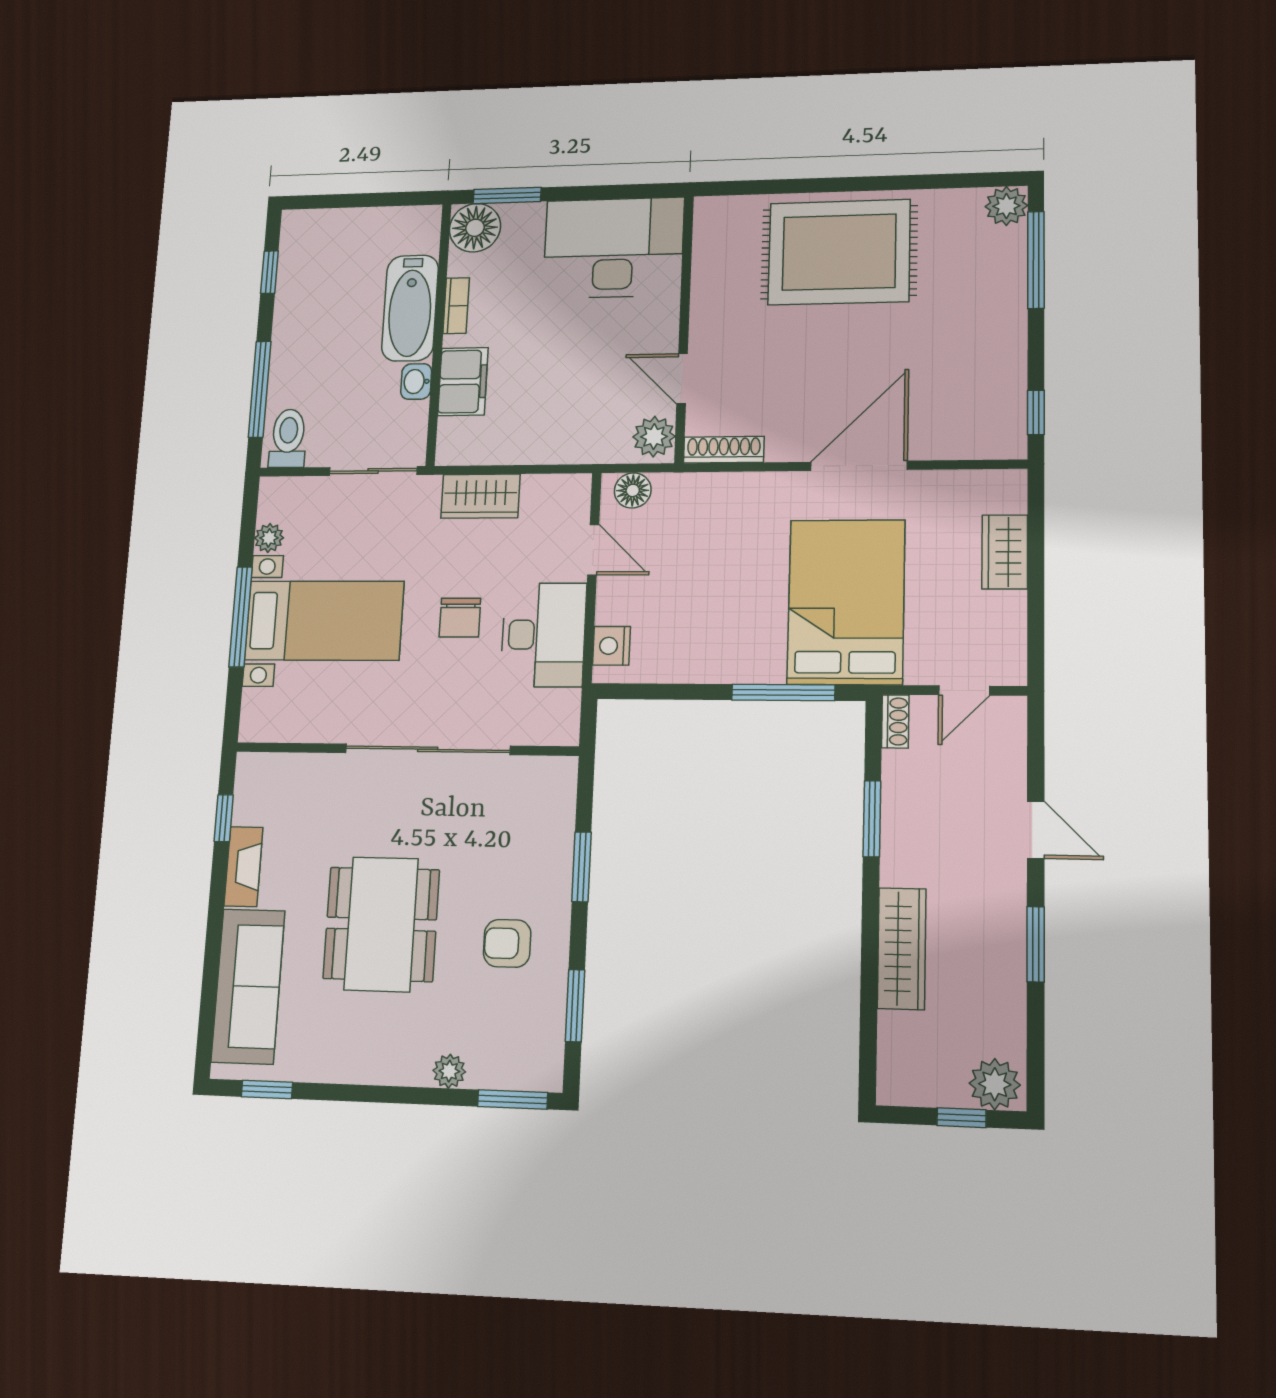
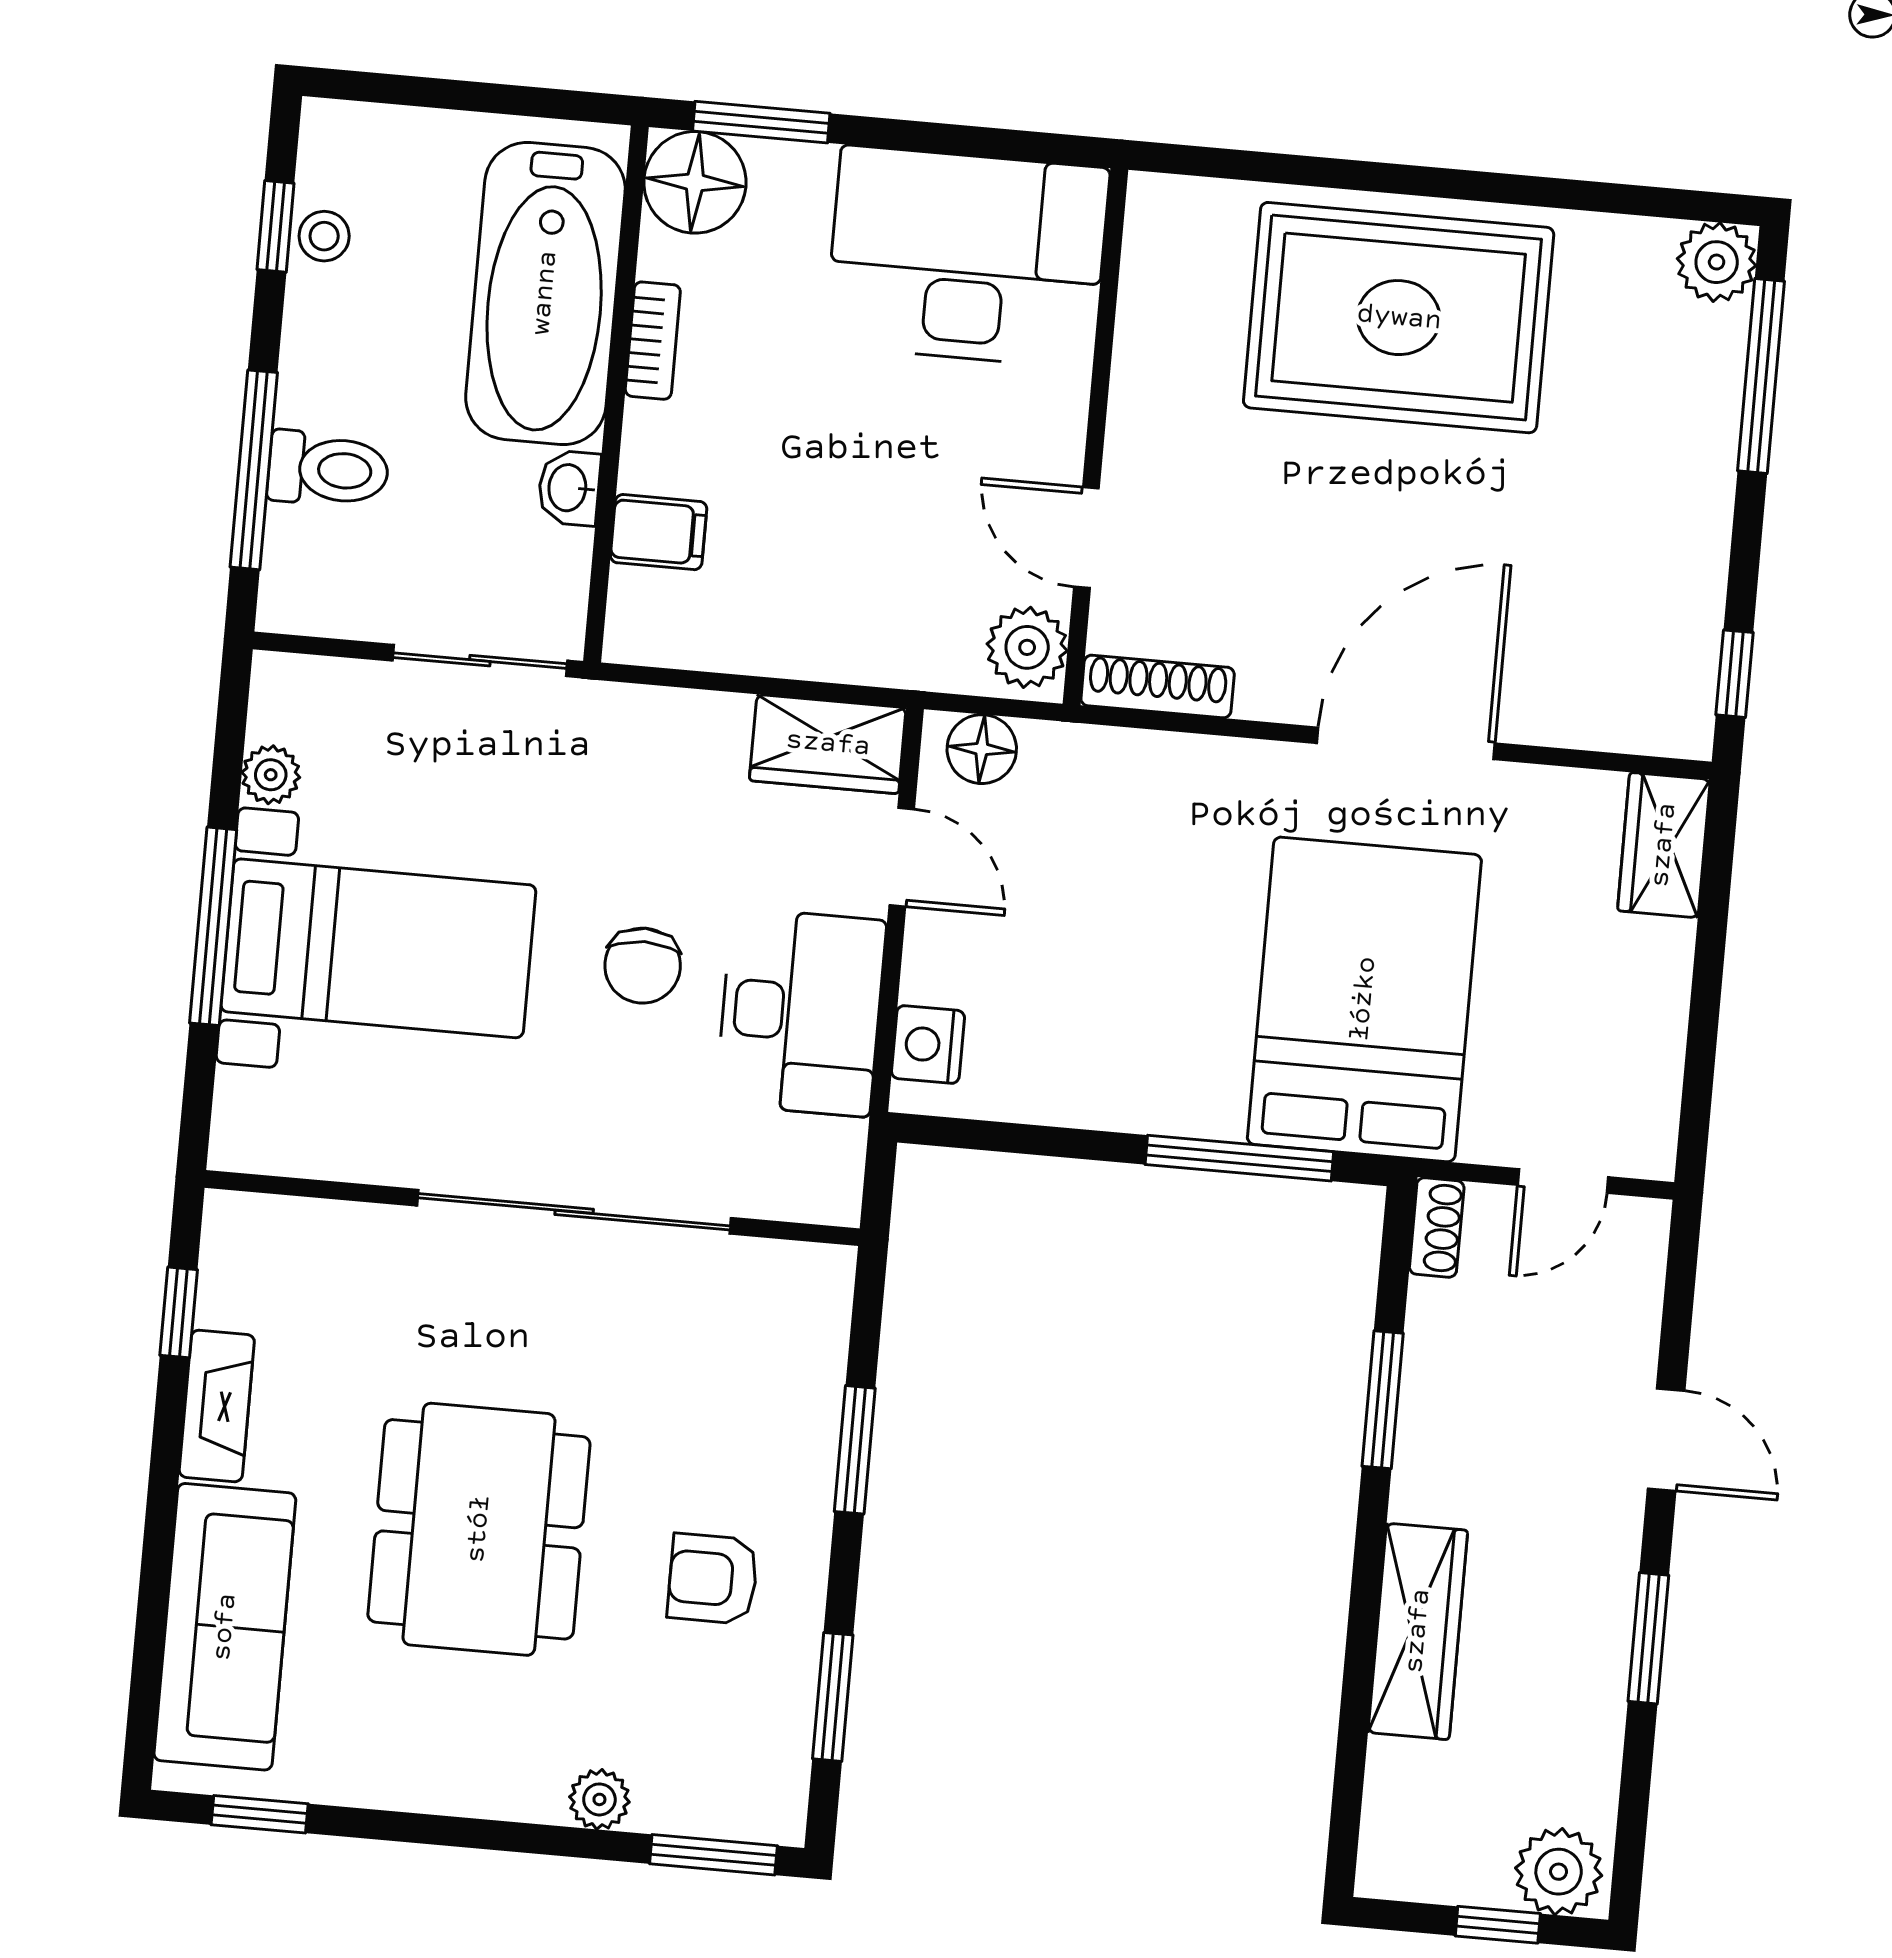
stool: (293, 274) -> (324, 236), added
bathtub: (410, 308) -> (545, 293), width x1.36, depth x1.36
filing cabinet: (463, 382) -> (659, 532), width x0.50
toilet: (288, 438) -> (328, 469), moved, turned 90
wardrobe: (480, 496) -> (828, 744), moved
wardrobe: (1005, 552) -> (1664, 845), moved

